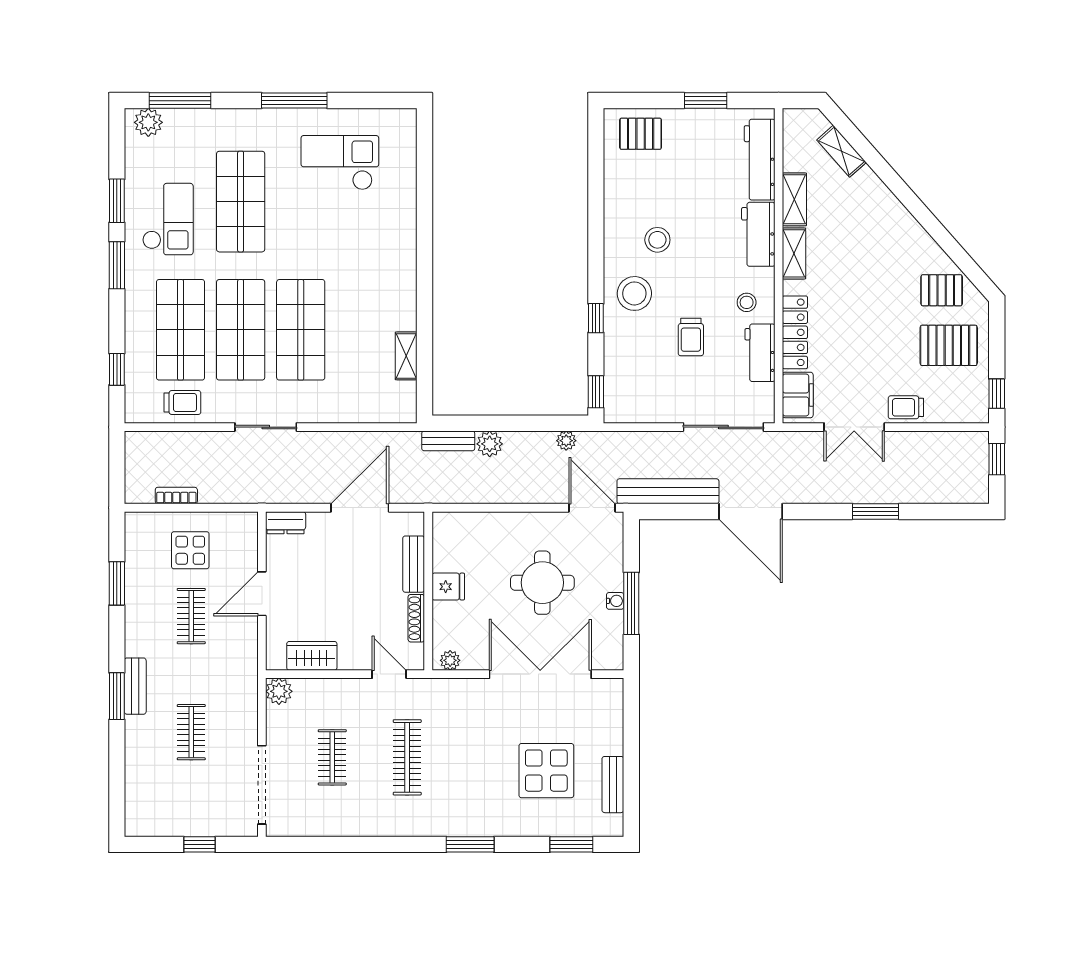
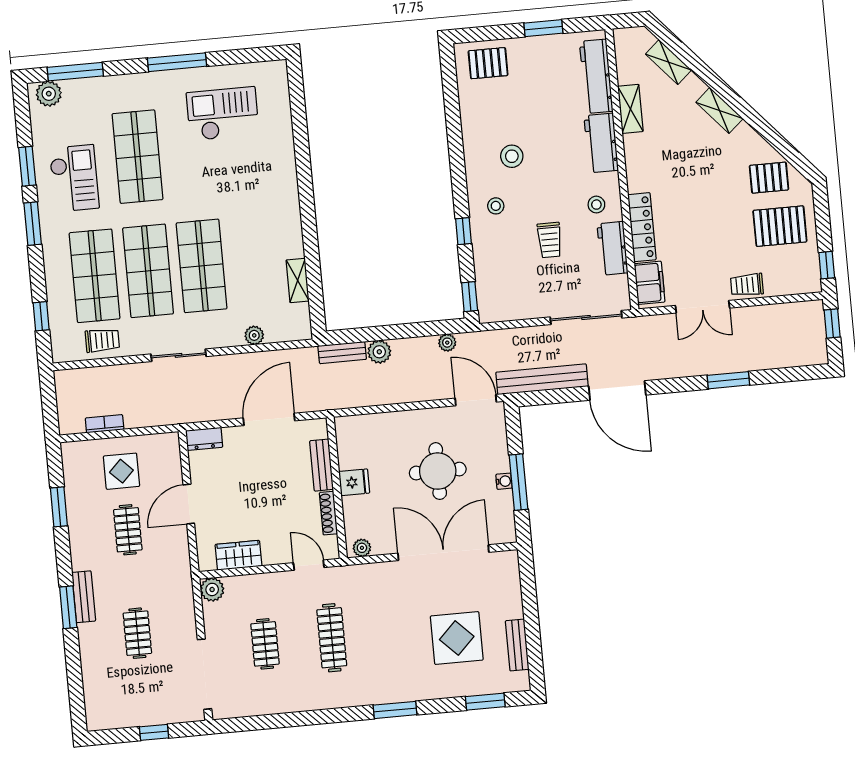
shelving: (794, 253) -> (719, 110), moved, turned -41
stool: (634, 293) -> (496, 206), width x0.53, depth x0.53
plant: (352, 413) -> (254, 335), added

